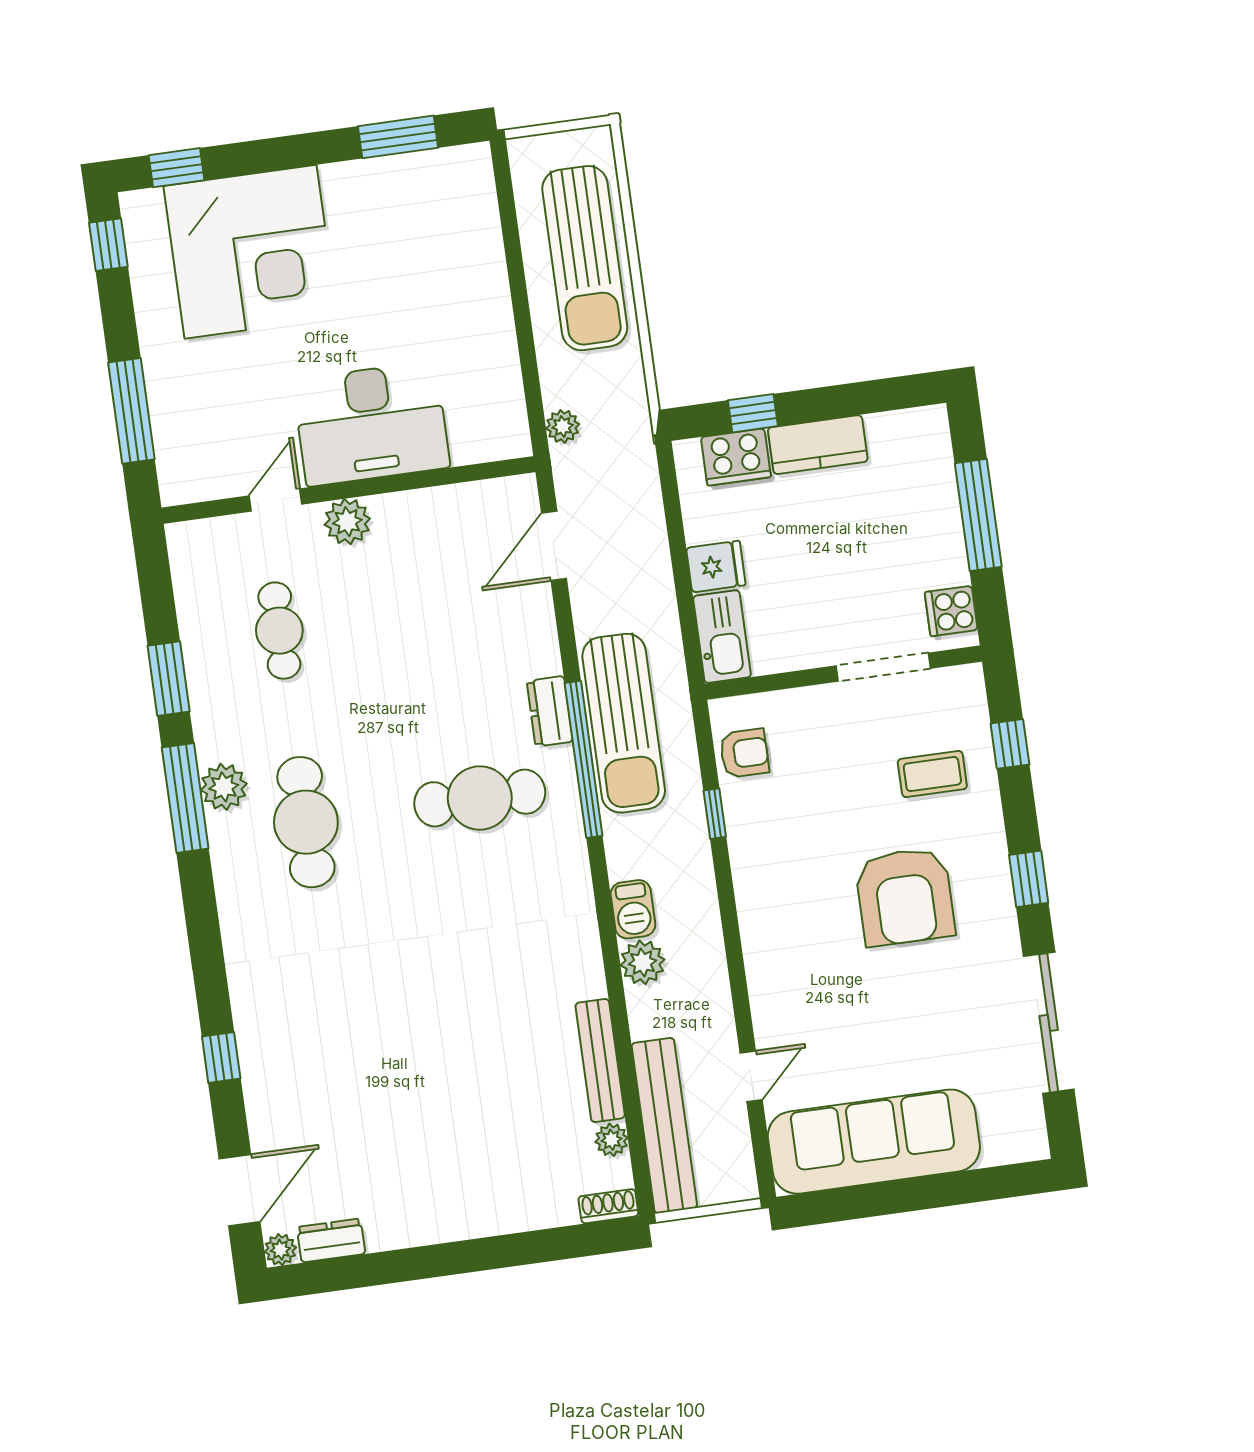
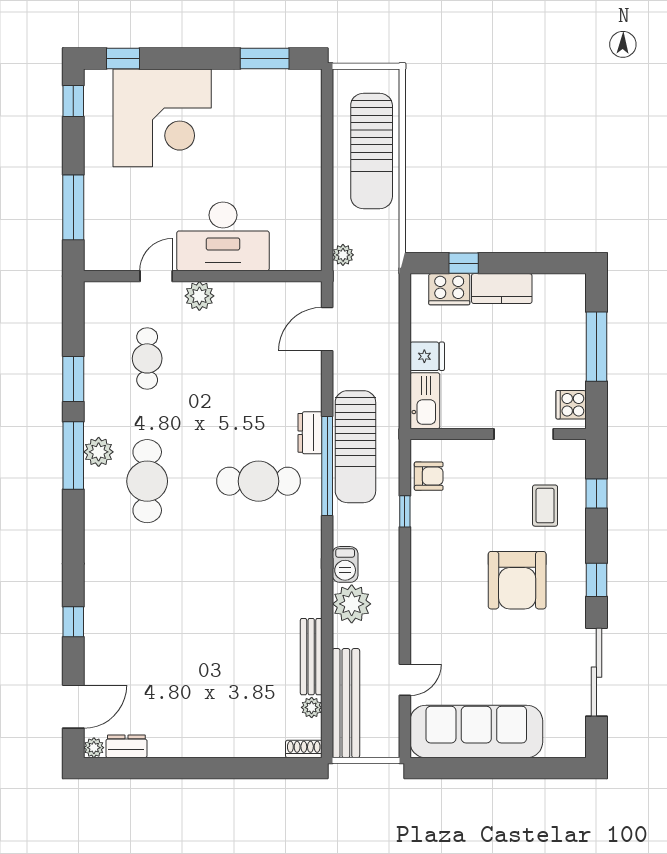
coffee table: (932, 774) -> (545, 506), turned 90
plant: (643, 962) -> (352, 604), width x1.36, depth x1.36

